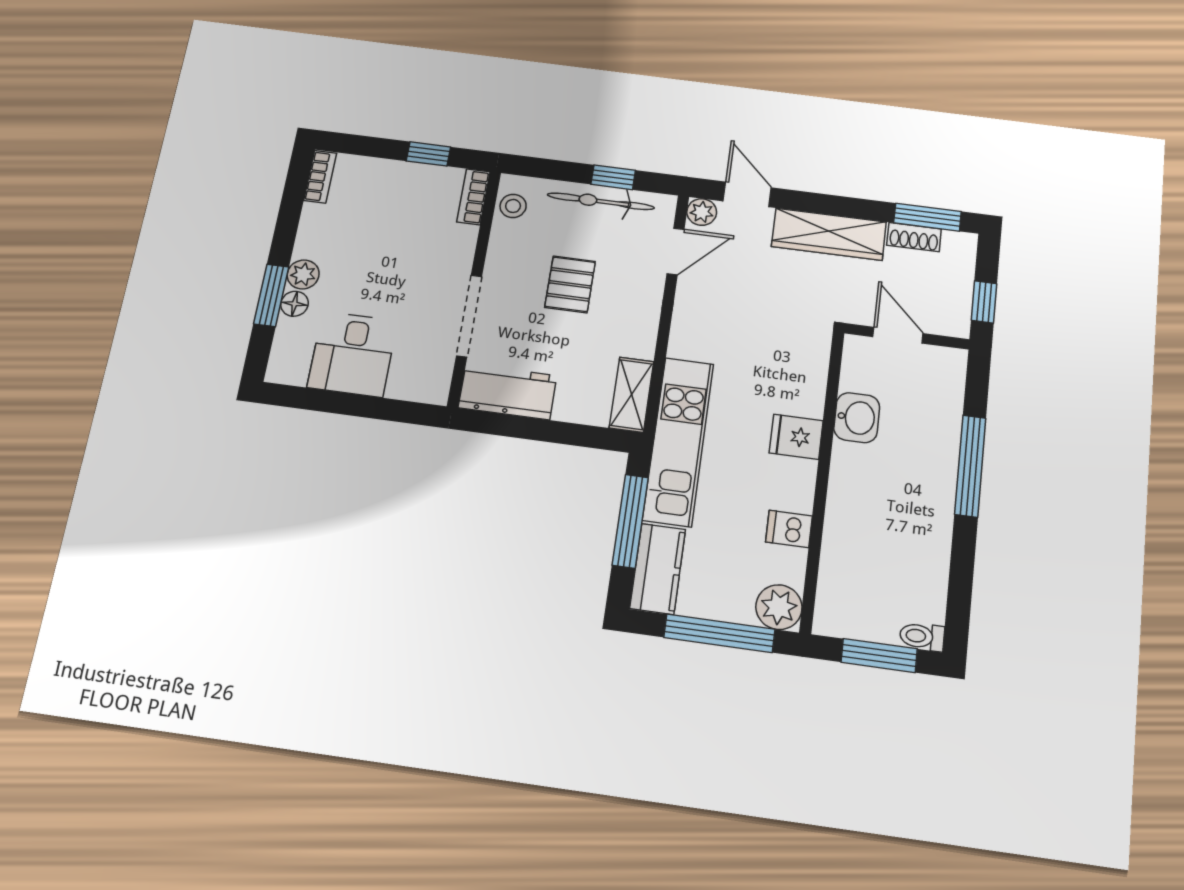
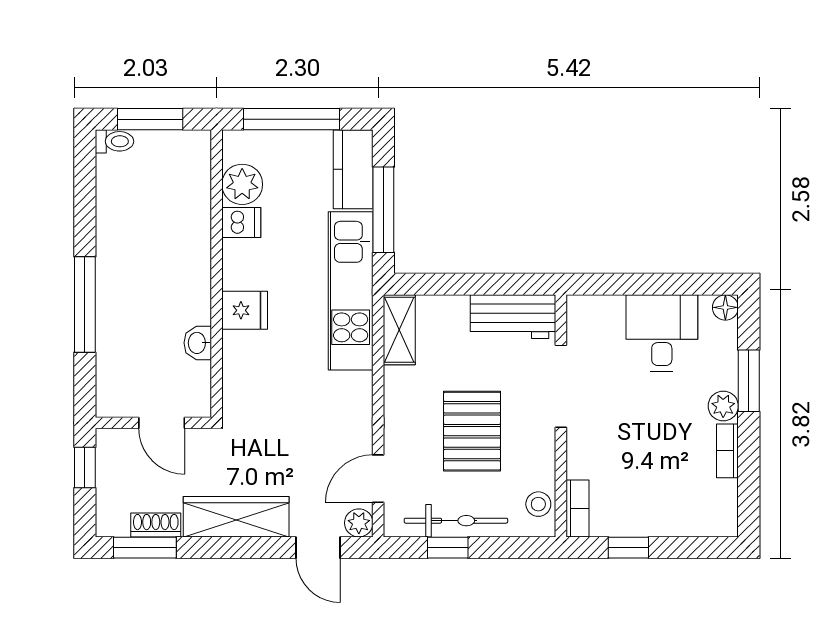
bookcase: (320, 177) -> (727, 451), moved
pallet: (570, 284) -> (472, 431), width x1.50, depth x1.42
floor lamp: (294, 304) -> (725, 307), moved
washbasin: (857, 418) -> (198, 343), width x0.72, depth x0.69
plant: (779, 607) -> (242, 184), moved

